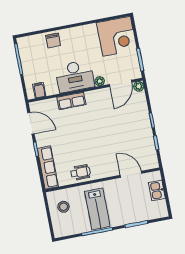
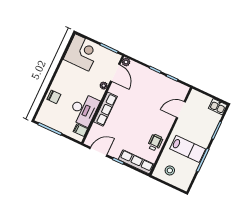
desk: (75, 76) -> (84, 110), moved
row of seats: (71, 101) -> (105, 109), width x1.48
kitchen sink: (157, 190) -> (218, 107), moved

